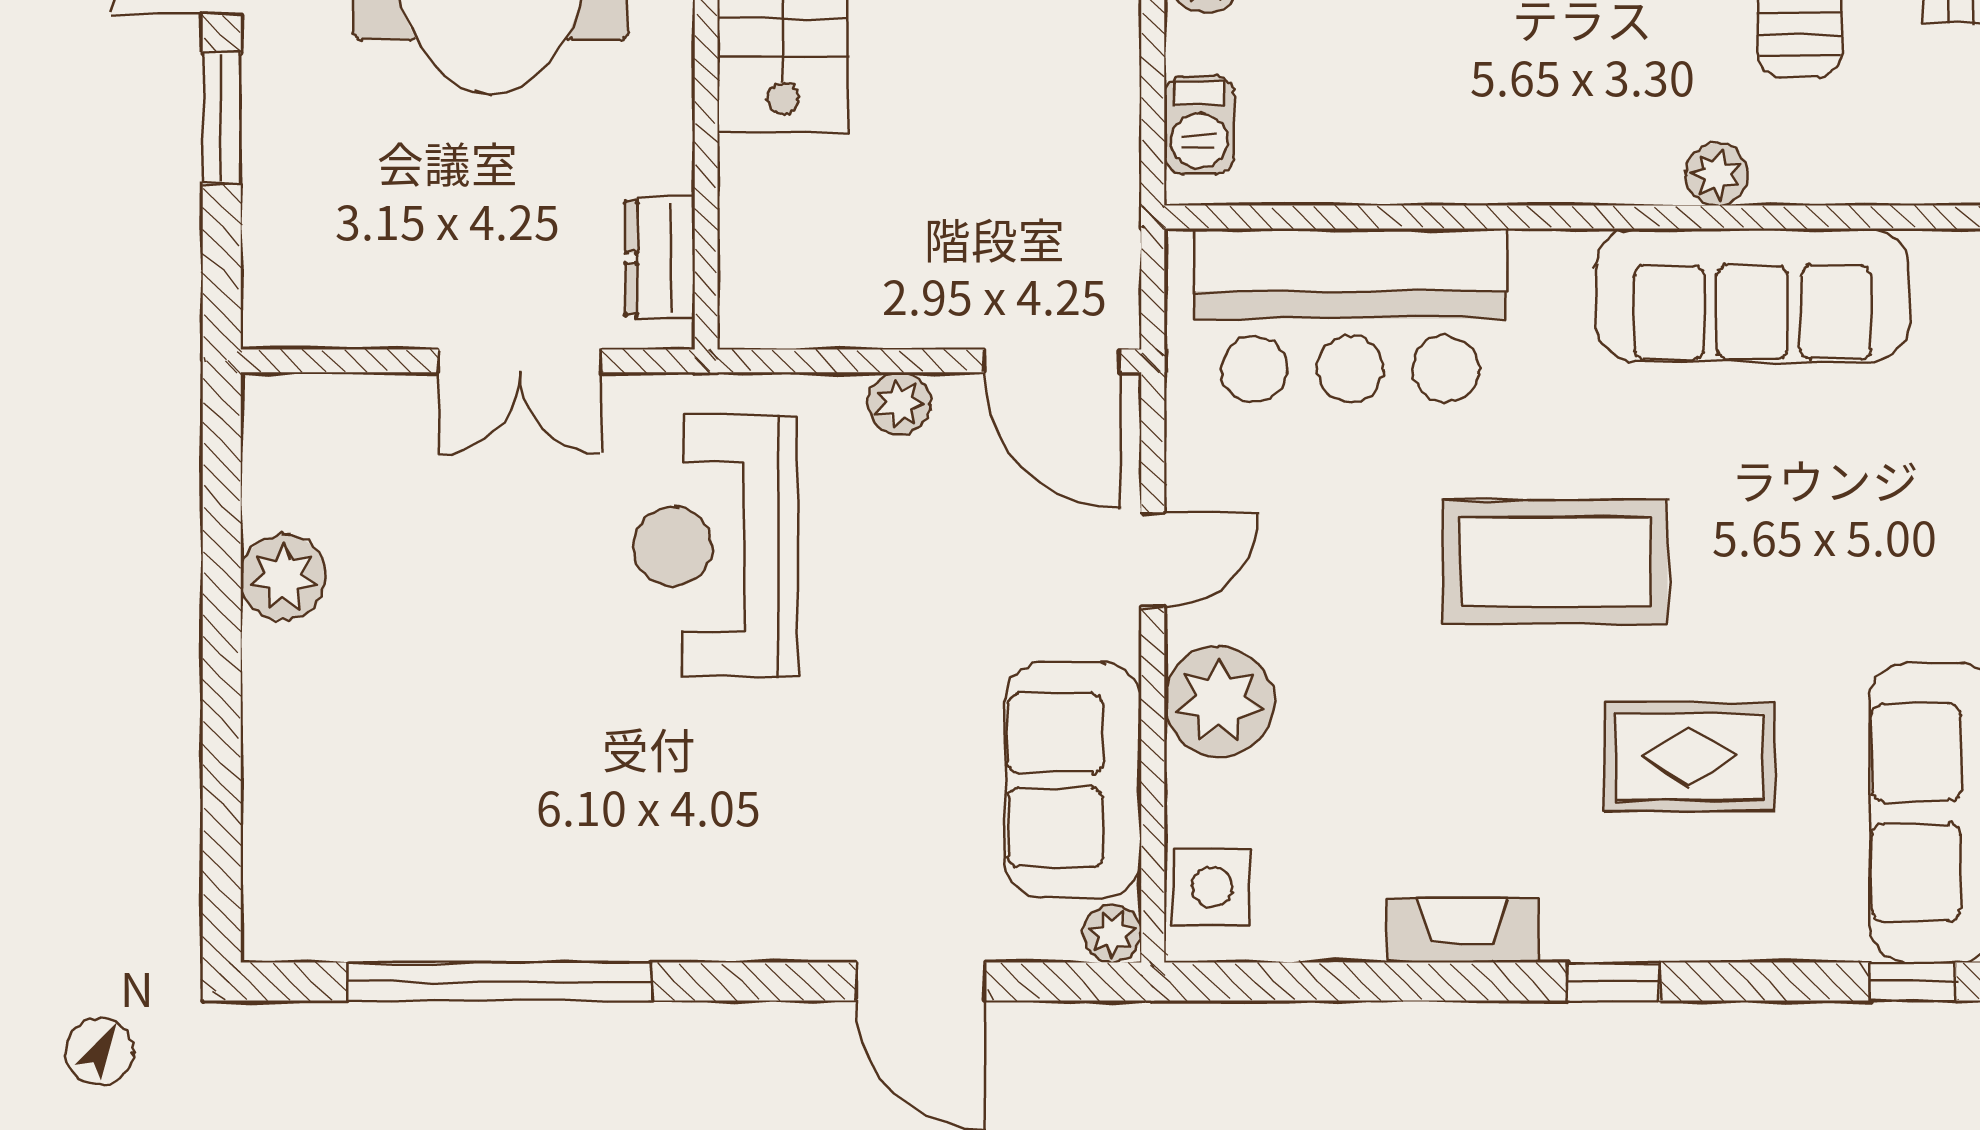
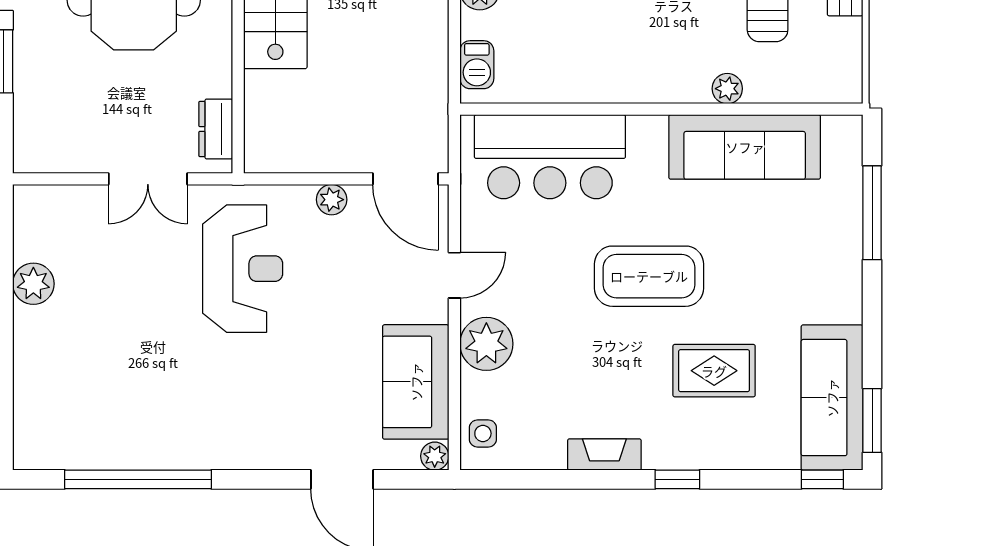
reception desk: (715, 546) -> (243, 269), turned 180
side table: (1212, 887) -> (483, 433), width x0.73, depth x0.73

